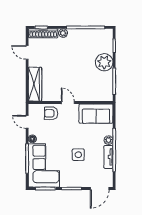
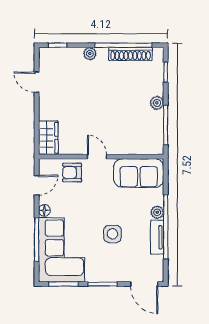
shoe rack: (43, 33) -> (130, 54), moved
plant: (104, 62) -> (157, 103), width x0.53, depth x0.53
wardrobe: (35, 84) -> (48, 138), width x0.67
door: (27, 122) -> (37, 185), swing flipped
door: (100, 189) -> (144, 284), hinge flipped

